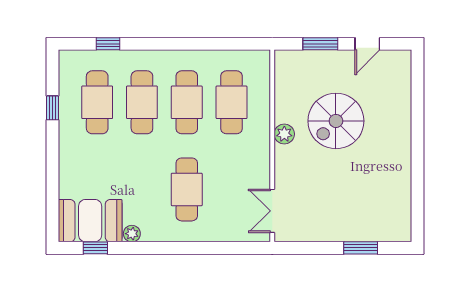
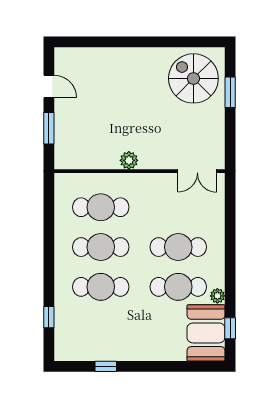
cafe table: (97, 102) -> (178, 287), moved
spiral stairs: (336, 121) -> (193, 78), moved, turned 180

